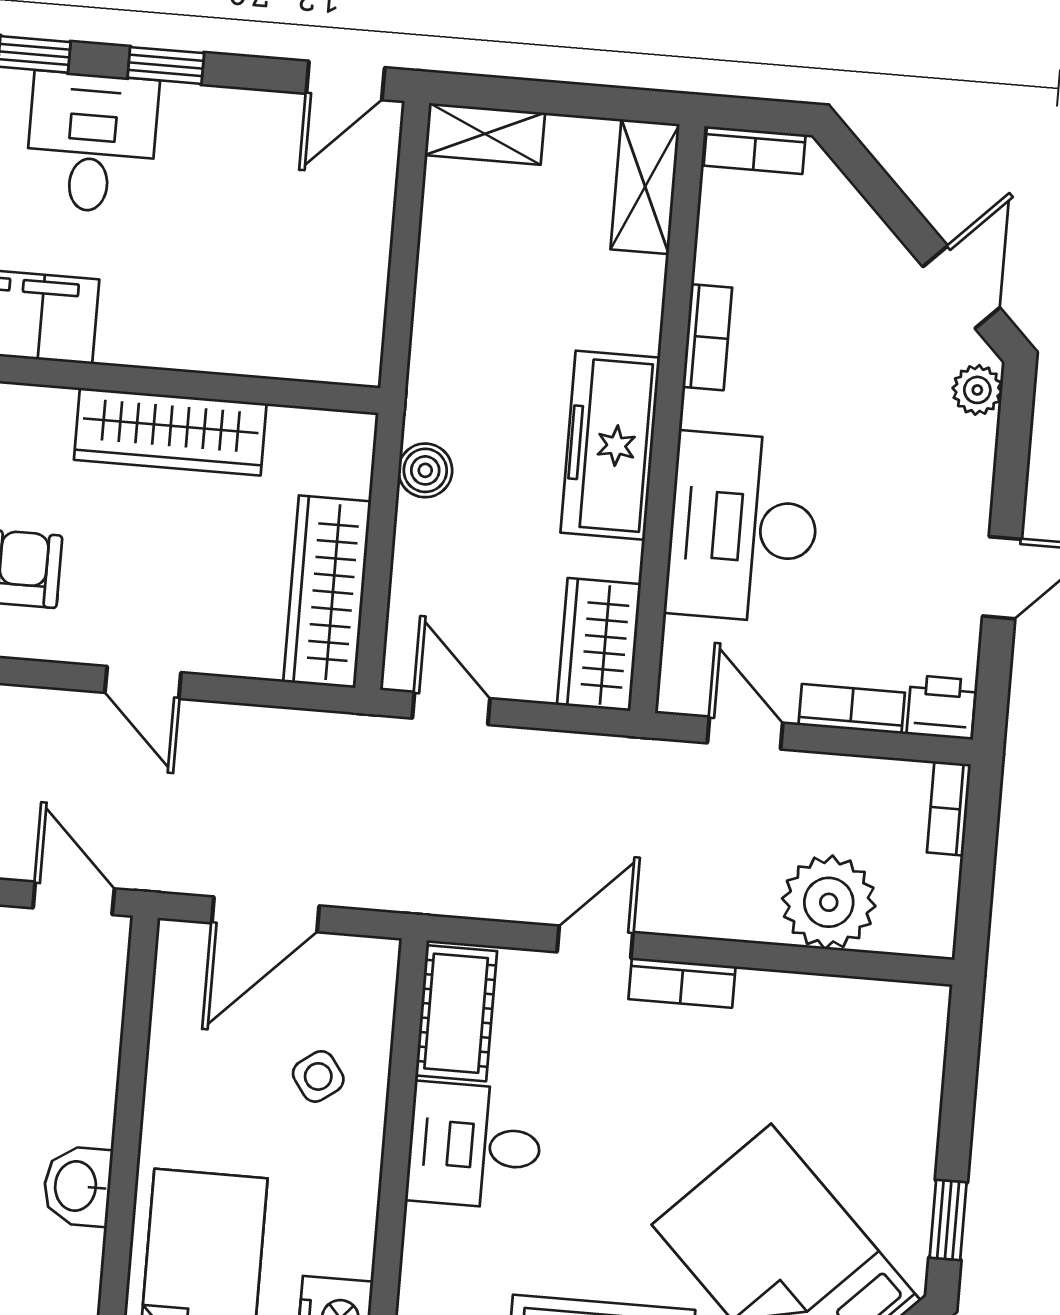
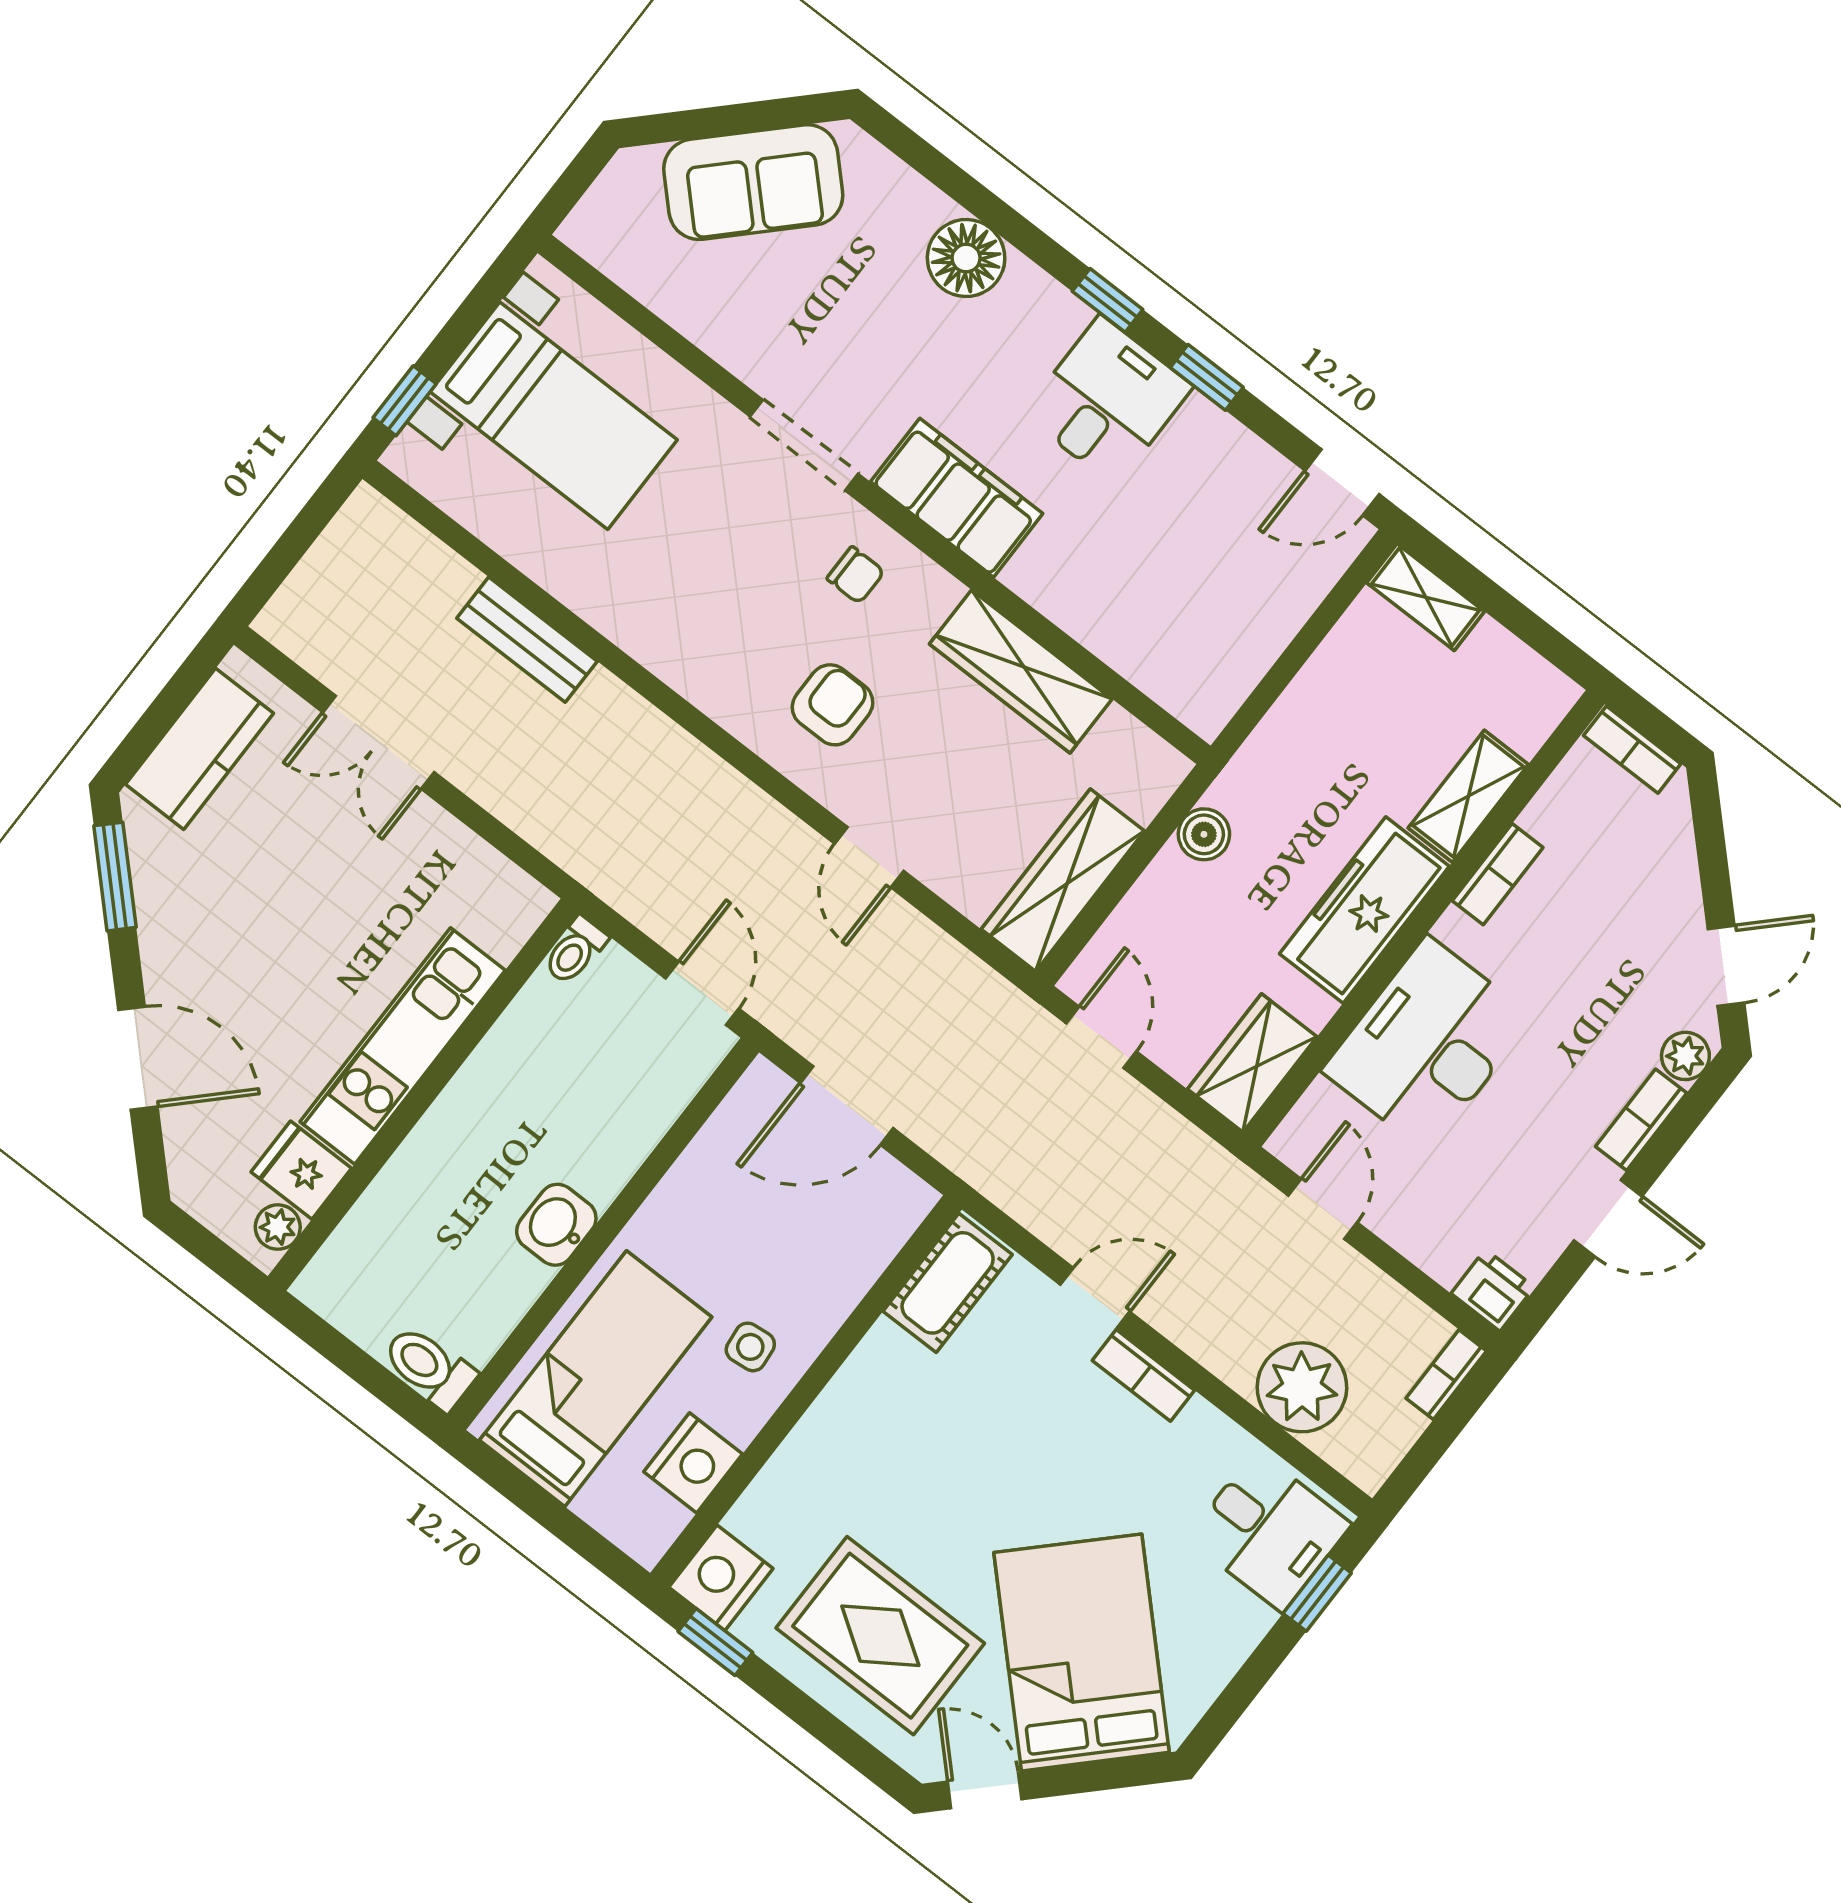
shelving: (645, 187) -> (1468, 796), moved
bookcase: (852, 709) -> (1641, 1120), moved, turned -90
side table: (318, 1076) -> (750, 1347), moved, turned 30
desk: (474, 1146) -> (1269, 1531), moved, turned 180
window: (948, 1220) -> (1317, 1593), moved

